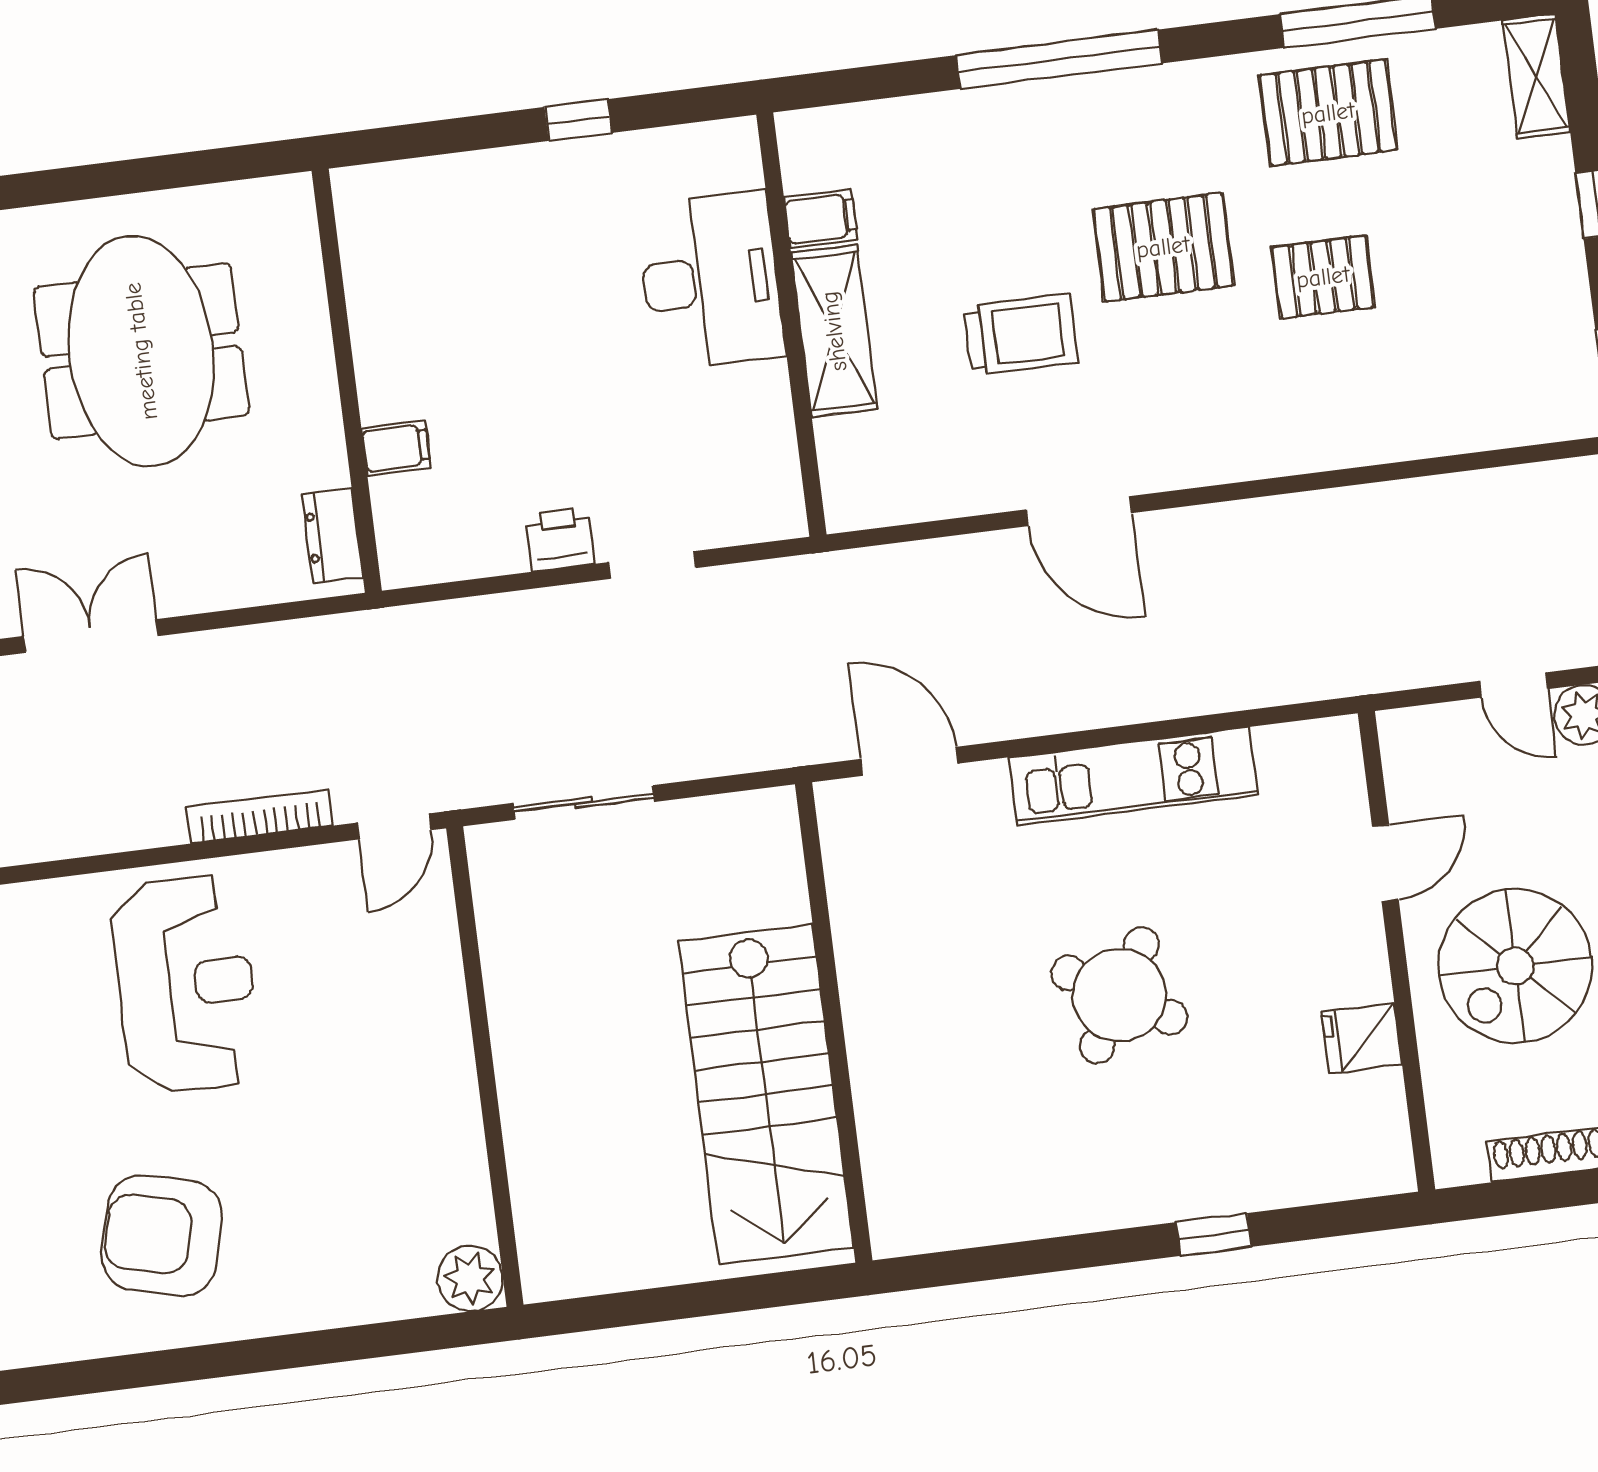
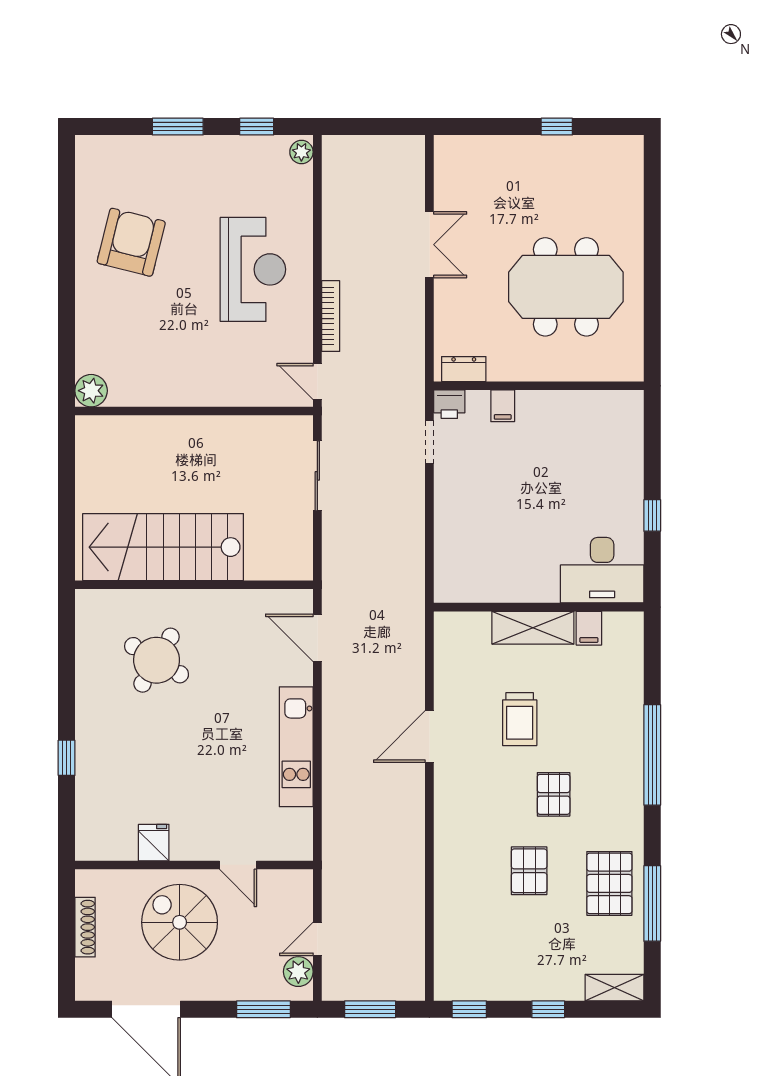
pallet: (1163, 247) -> (554, 794), width x0.67, depth x0.71
desk: (710, 281) -> (602, 570), moved
printer: (560, 539) -> (449, 404), moved, turned 90
doorway: (652, 565) -> (429, 442), moved
door: (909, 761) -> (317, 638), swing flipped
reception desk: (186, 984) -> (253, 269), turned -90
round table: (1119, 995) -> (157, 660), moved

